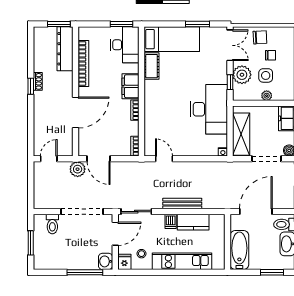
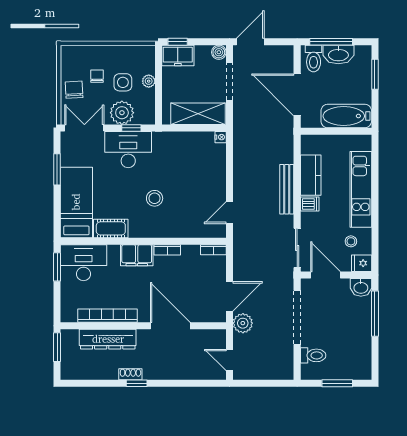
dresser: (65, 49) -> (108, 339), moved
stool: (175, 100) -> (155, 198), added
desk: (209, 109) -> (128, 150), moved, width x0.73, depth x0.77

